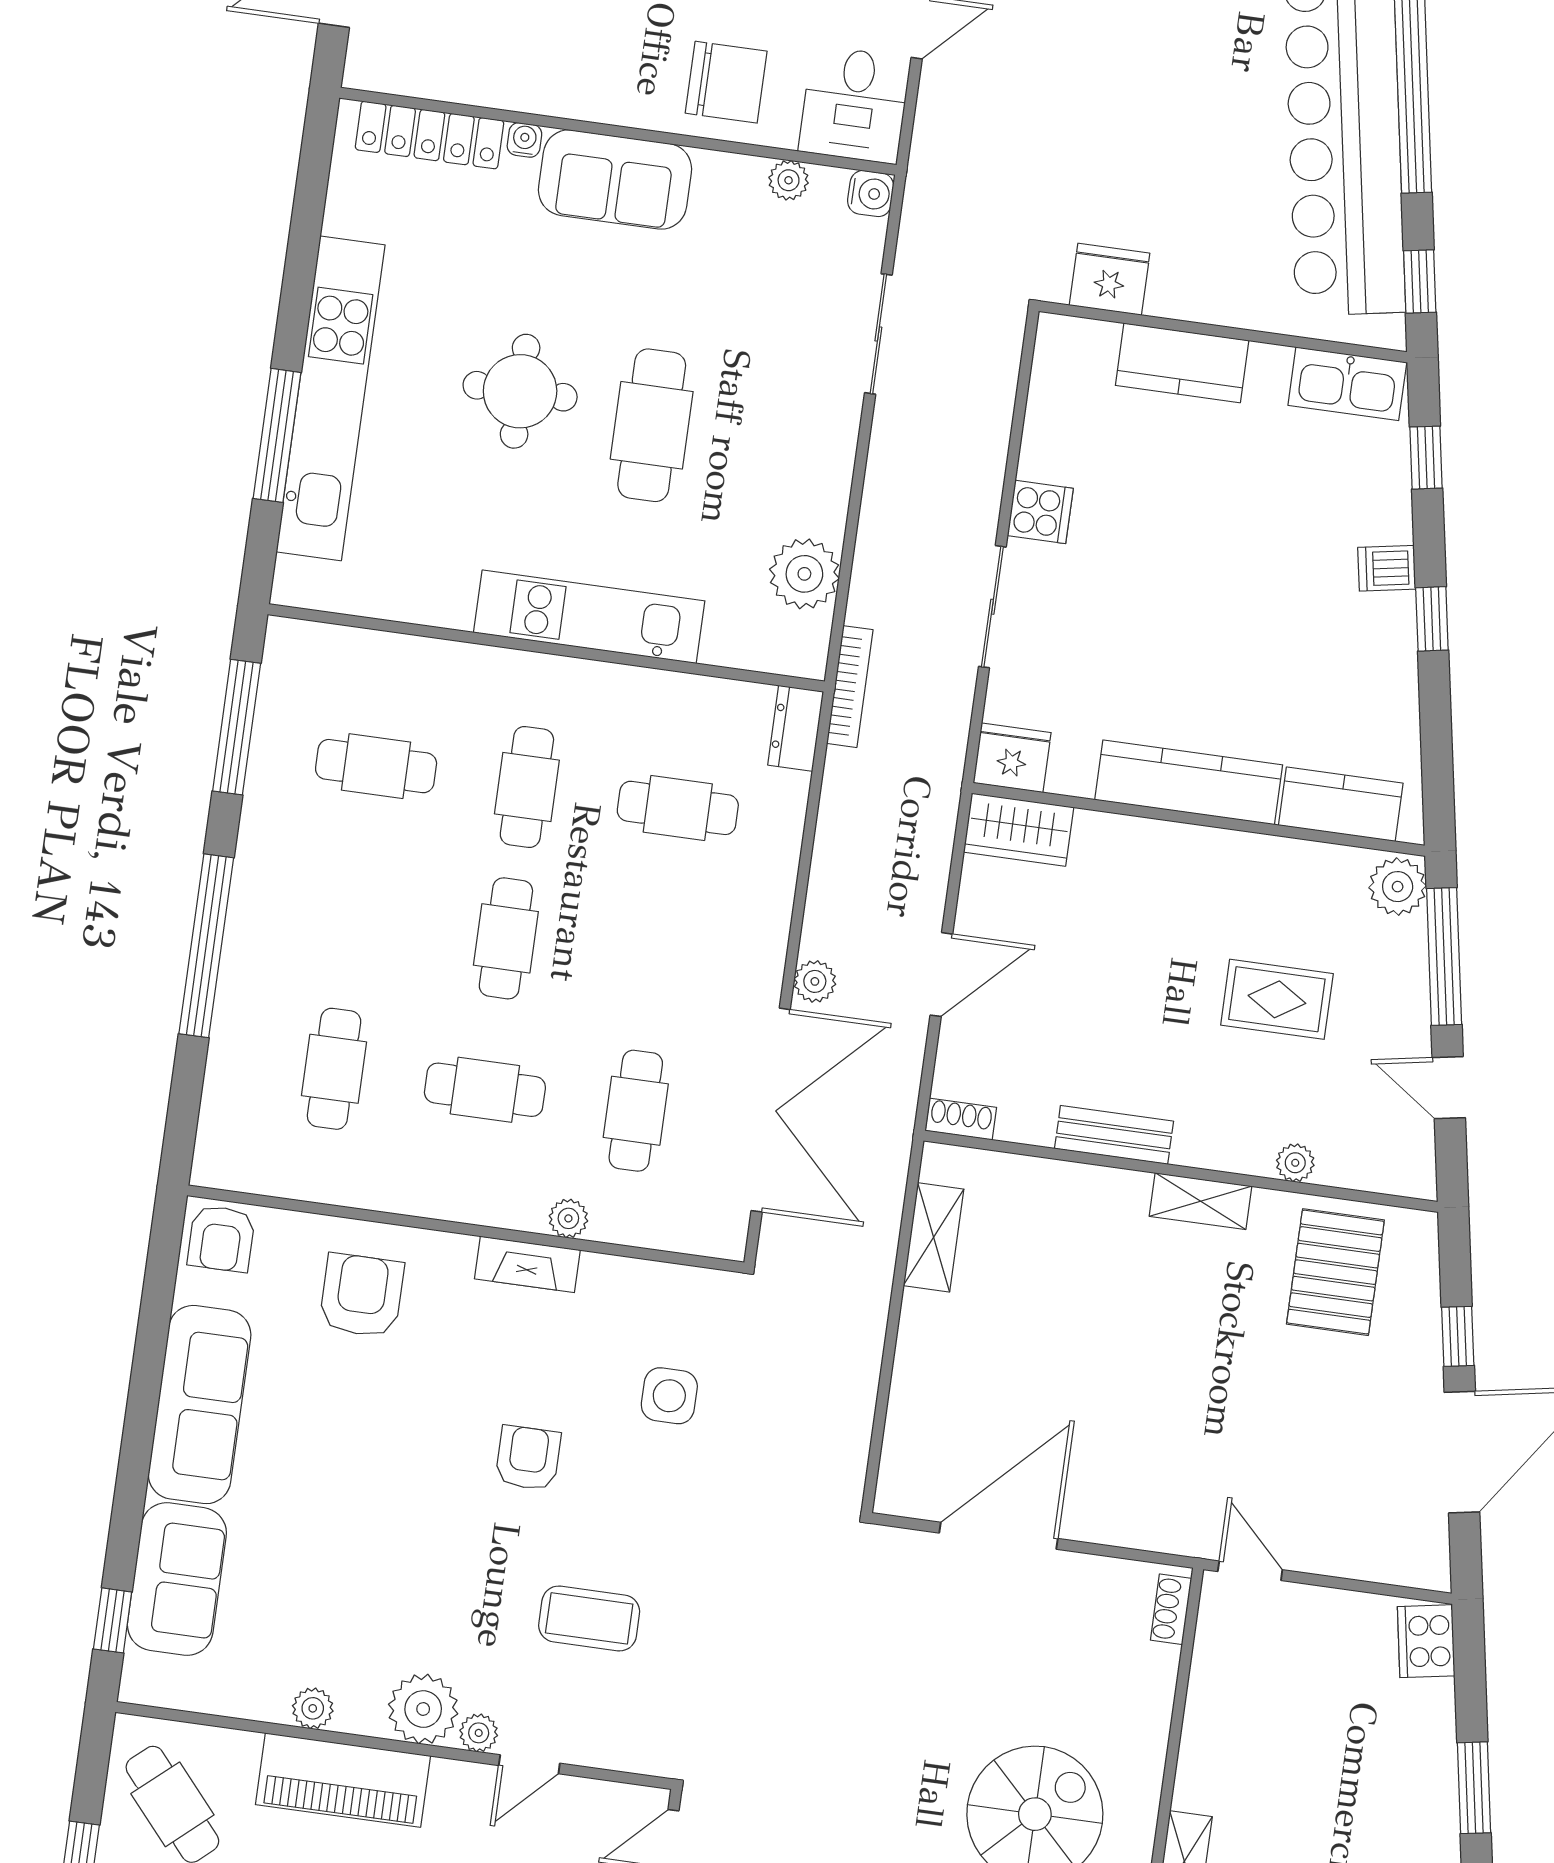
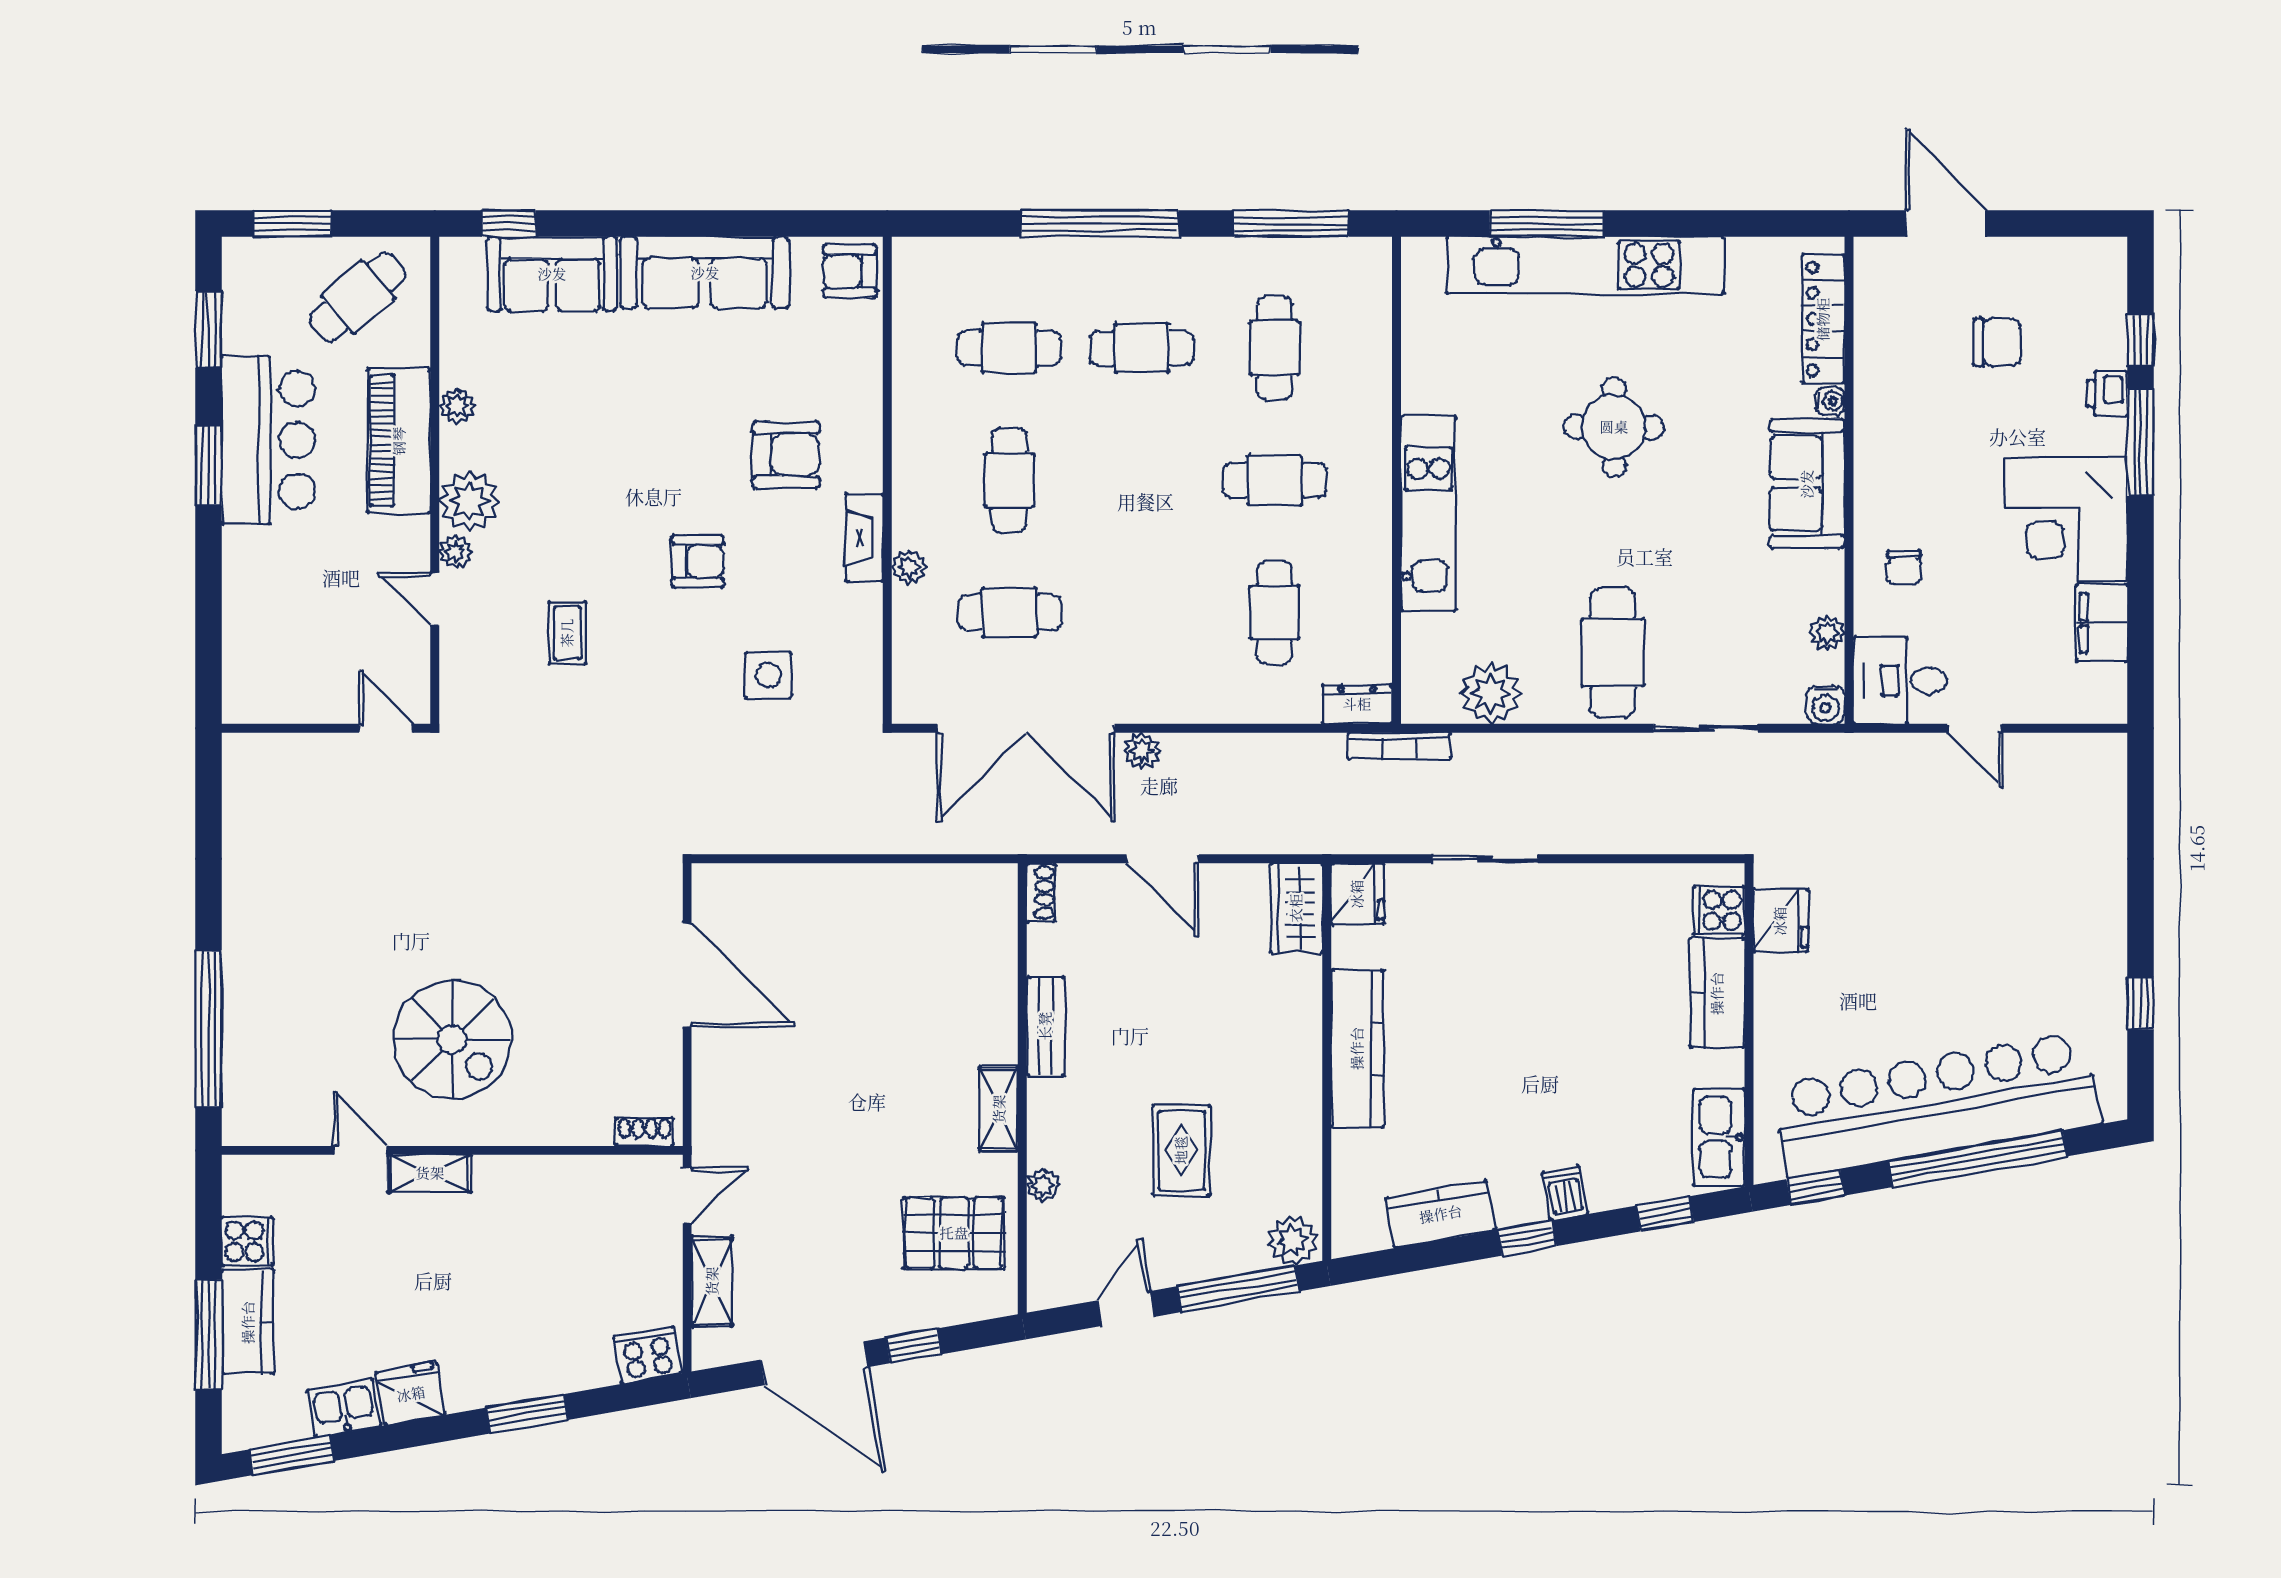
chair: (726, 82) -> (1904, 567), width x0.54, depth x0.54
cafe table: (652, 425) -> (1613, 652), moved, turned 90
cooker: (1040, 512) -> (1719, 910), moved, turned 90
kitchen counter: (1341, 804) -> (1441, 1214), moved, turned -100
cafe table: (506, 938) -> (1142, 348), moved
shelving: (934, 1237) -> (712, 1281), moved, turned 90
armchair: (362, 1295) -> (786, 455), moved
coffee table: (589, 1618) -> (567, 633), width x0.73, depth x0.77

